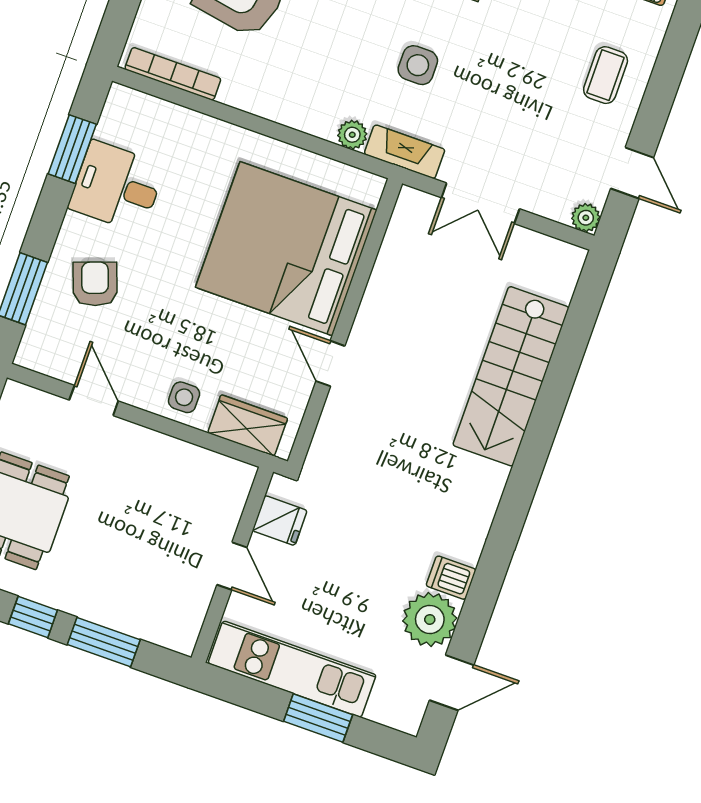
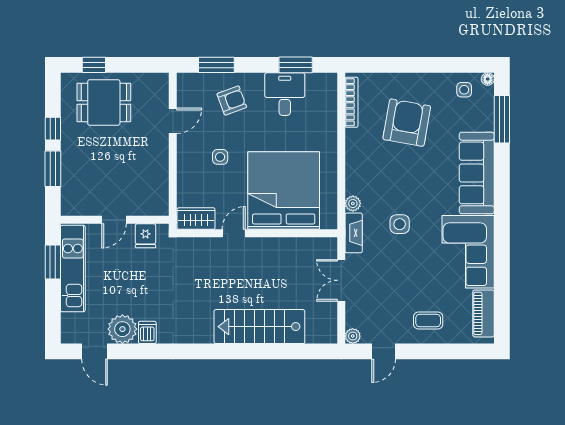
side table: (184, 397) -> (220, 157), moved
wardrobe: (248, 425) -> (196, 219), moved, turned -90
window: (318, 718) -> (53, 262), moved

